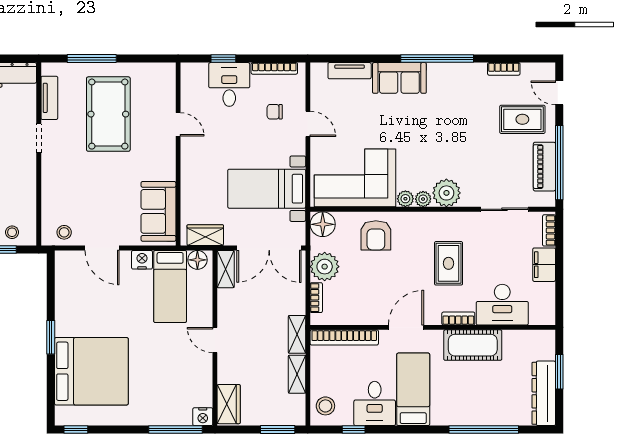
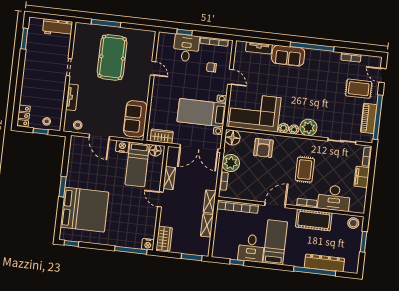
tv unit: (49, 98) -> (72, 97), moved
shelving: (226, 269) -> (169, 178), moved
dresser: (544, 393) -> (324, 263), moved, turned 90
stool: (325, 406) -> (353, 223), moved

